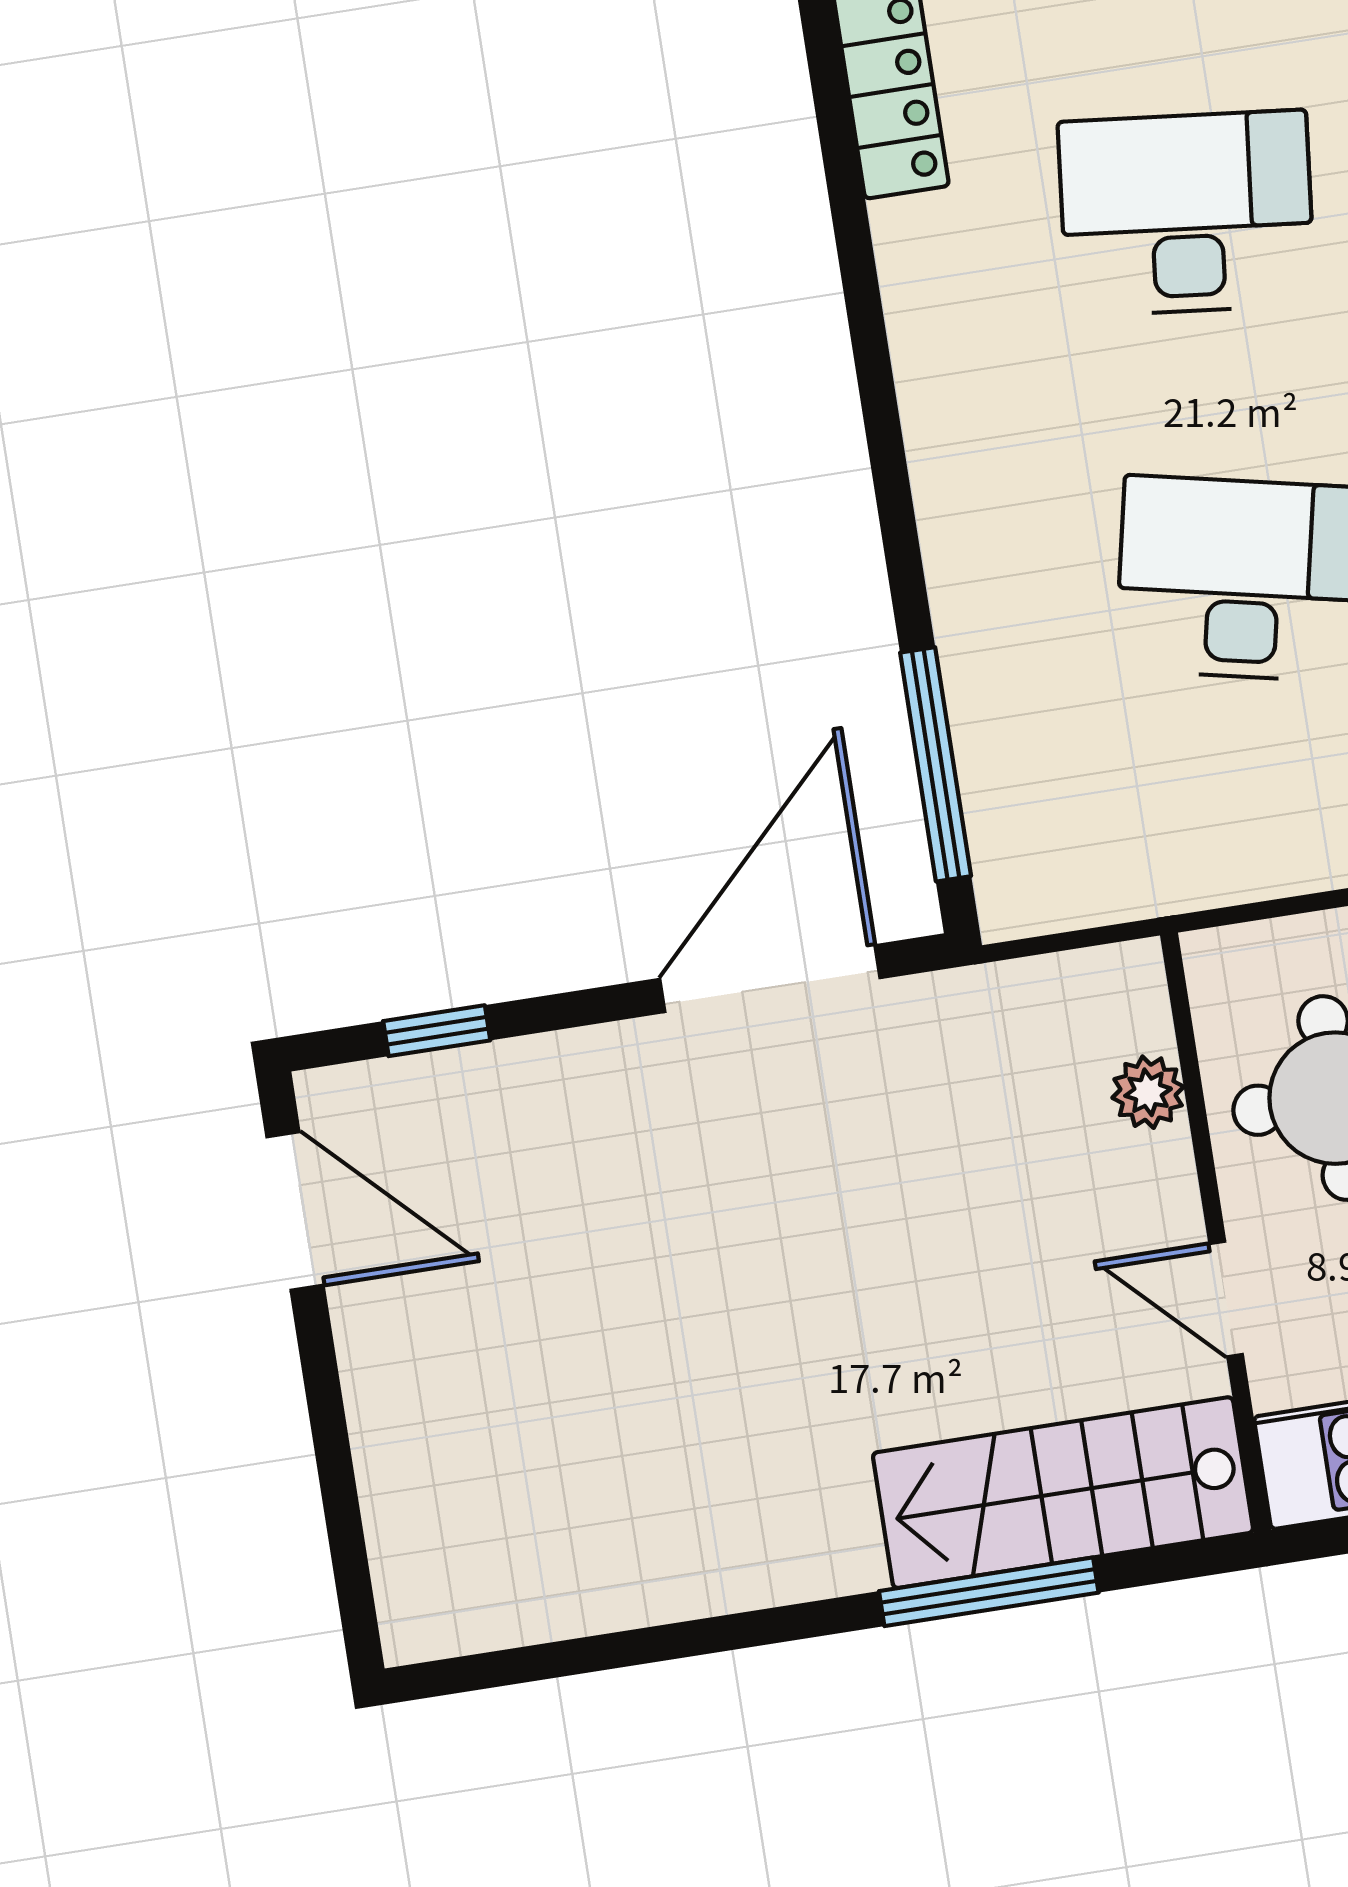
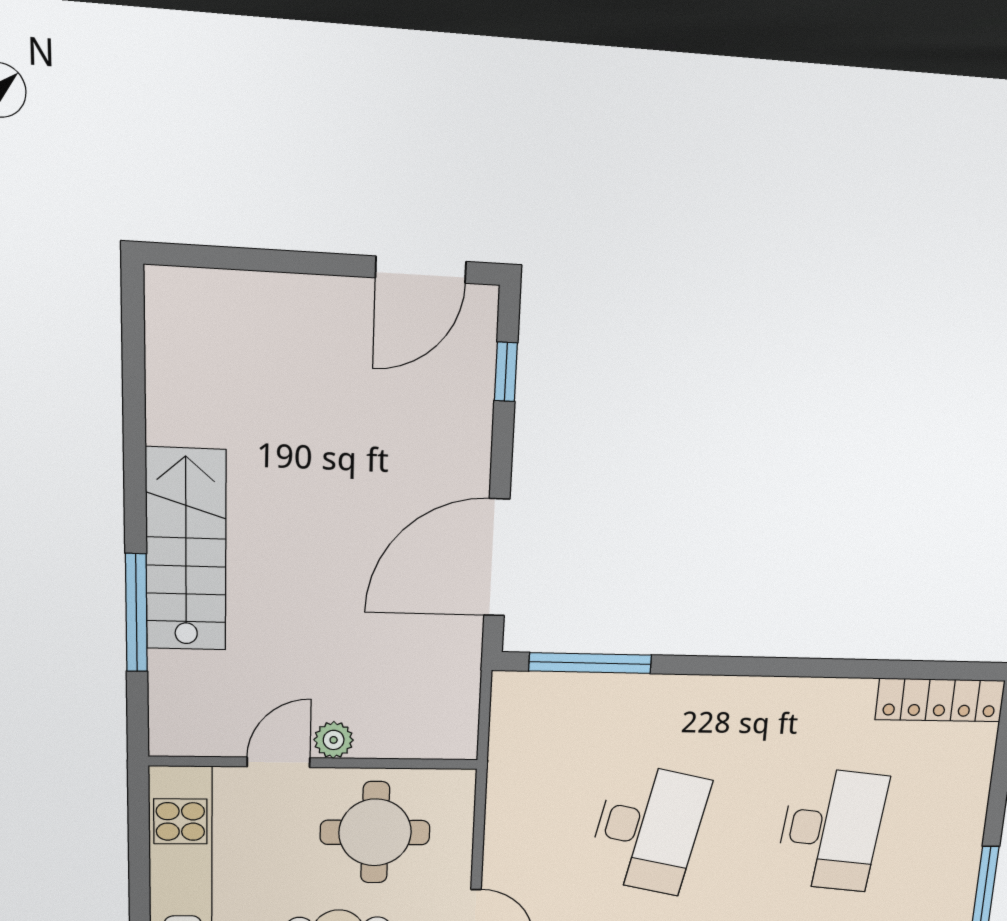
door: (770, 979) -> (497, 558), swing flipped
plant: (1148, 1092) -> (334, 740), moved
stairs: (1063, 1493) -> (186, 550), moved

